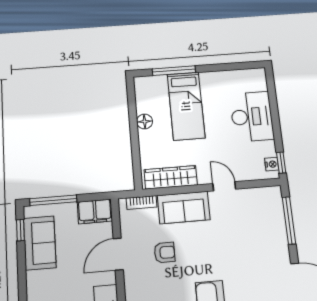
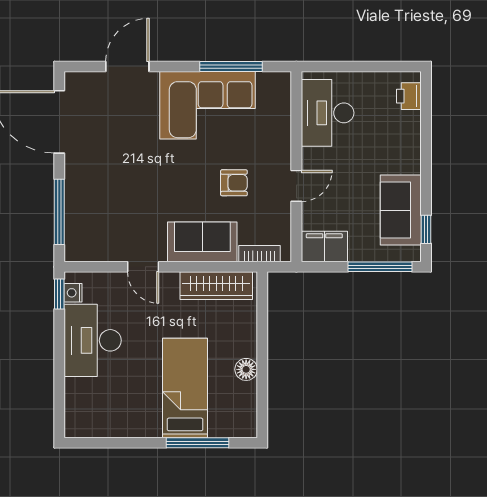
desk: (252, 117) -> (93, 340), moved
armchair: (165, 253) -> (234, 183), turned 180
door: (118, 254) -> (296, 186), width x0.73

